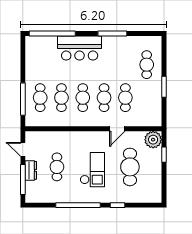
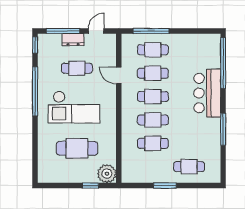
door: (117, 129) -> (119, 75), moved
checkout: (92, 170) -> (74, 107), width x1.36, depth x1.21
window: (117, 205) -> (35, 45), moved

